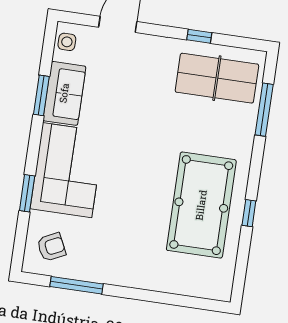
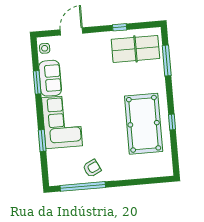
armchair: (51, 247) -> (92, 168), moved
window: (77, 285) -> (83, 186), width x1.46

